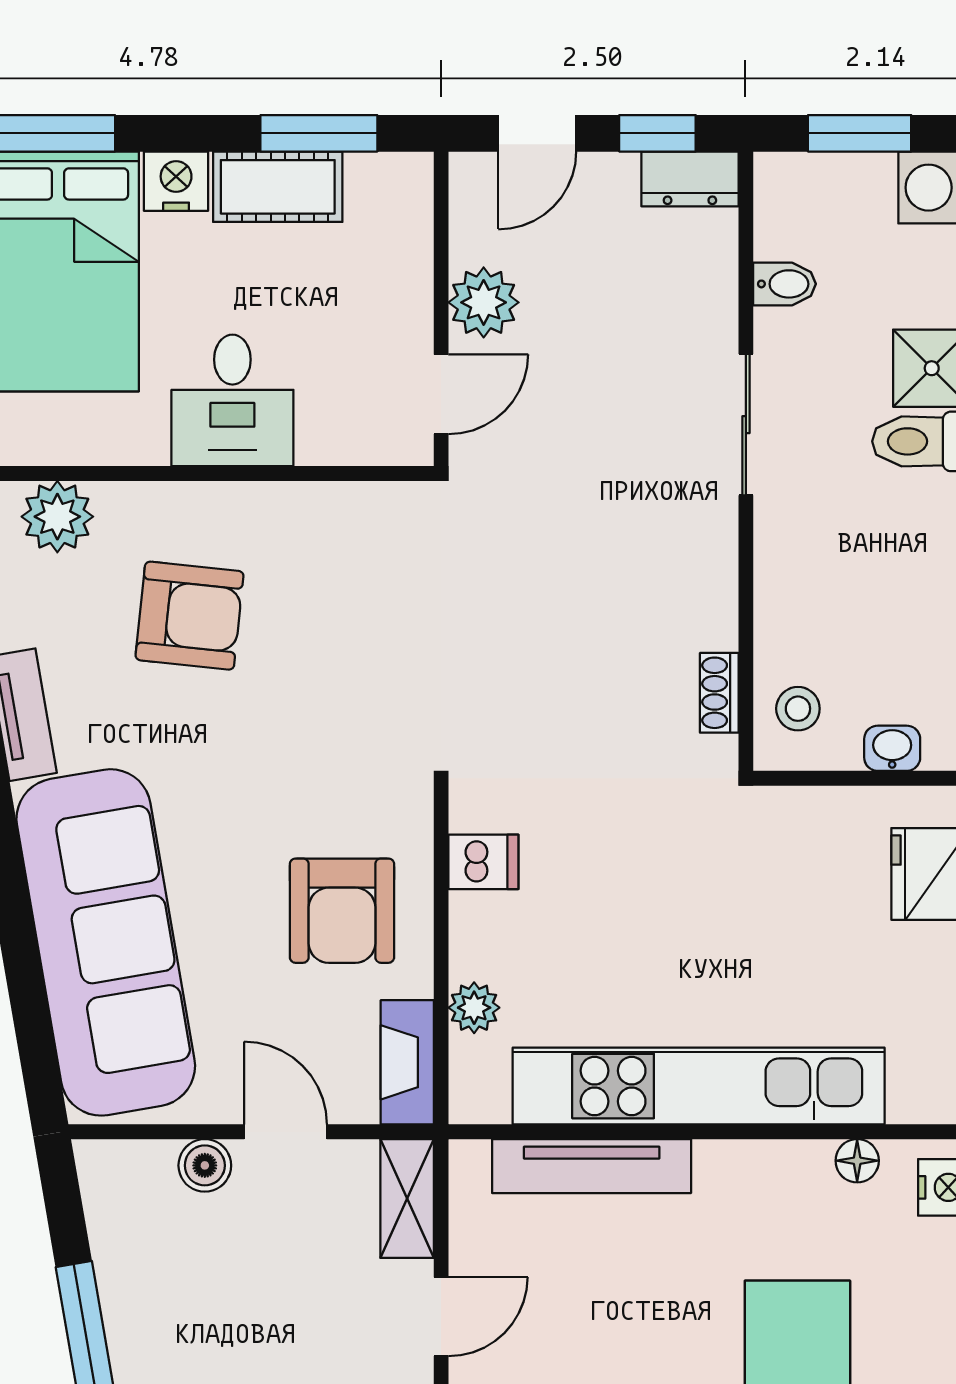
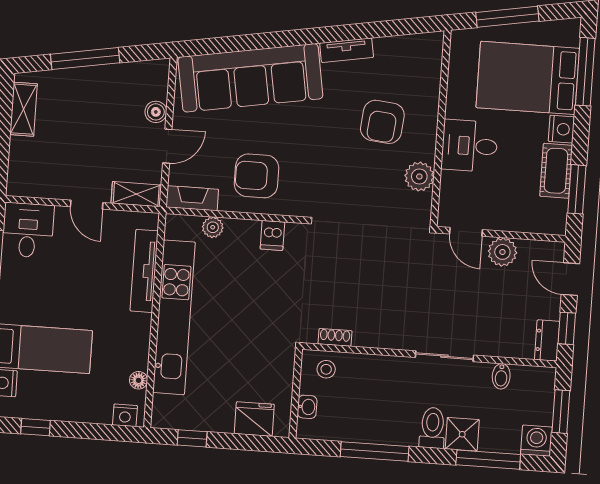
plant: (57, 517) -> (419, 177), moved

